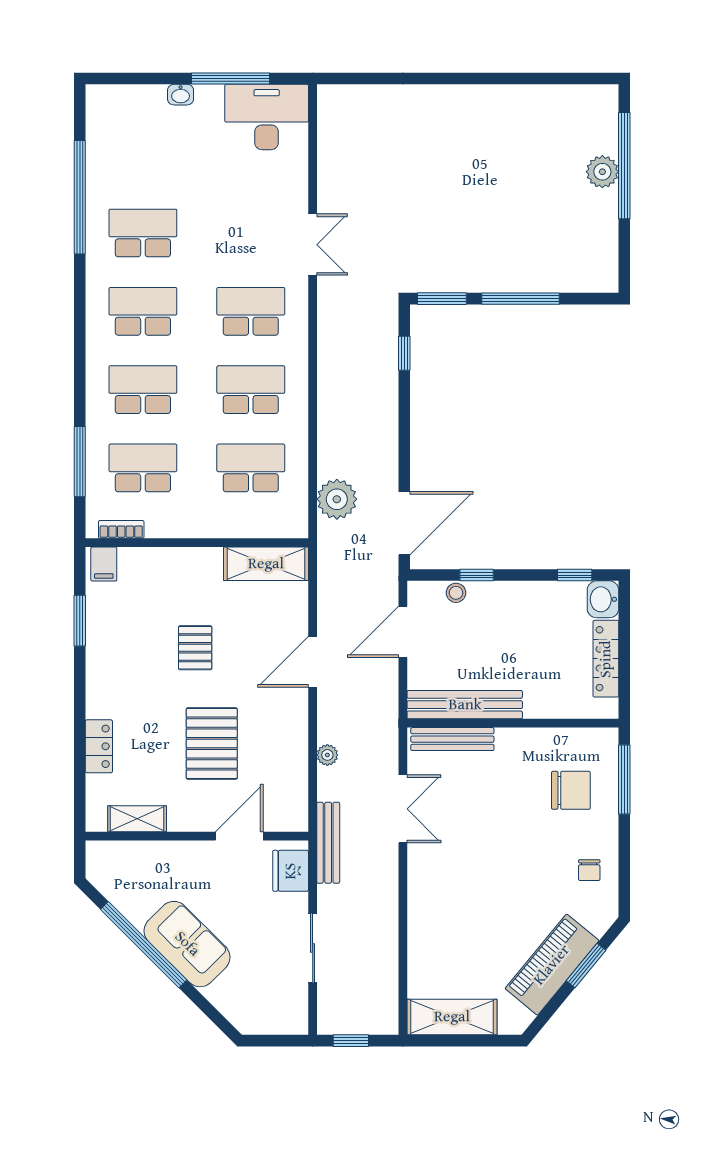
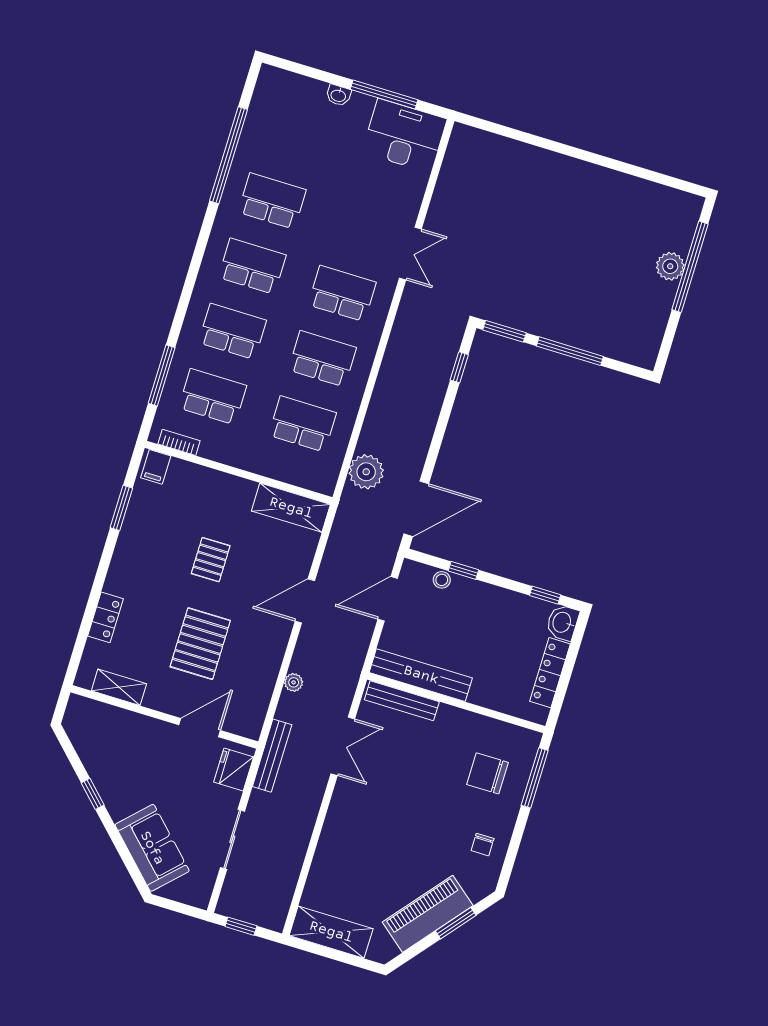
chair: (571, 790) -> (487, 773), turned 180
sofa: (187, 944) -> (152, 848), moved
window: (144, 945) -> (93, 794), width x0.32

